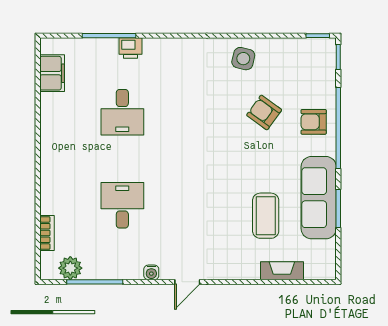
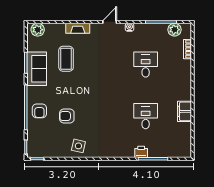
filing cabinet: (52, 73) -> (185, 111), moved
armchair: (264, 113) -> (67, 116), turned 144
armchair: (314, 122) -> (39, 111), turned 90
sofa: (319, 198) -> (37, 69), width x0.73
desk: (122, 205) -> (146, 65), turned 180
plant: (317, 268) -> (38, 30), added
fireplace: (282, 271) -> (78, 28), moved

